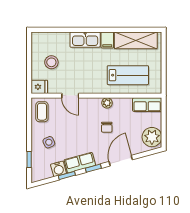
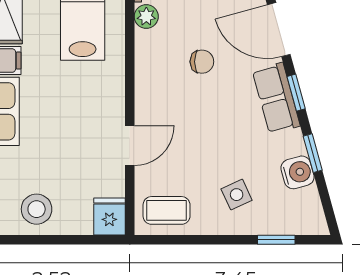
stool: (51, 62) -> (37, 209), moved
plant: (107, 103) -> (146, 16), moved
row of seats: (80, 163) -> (276, 98), moved

